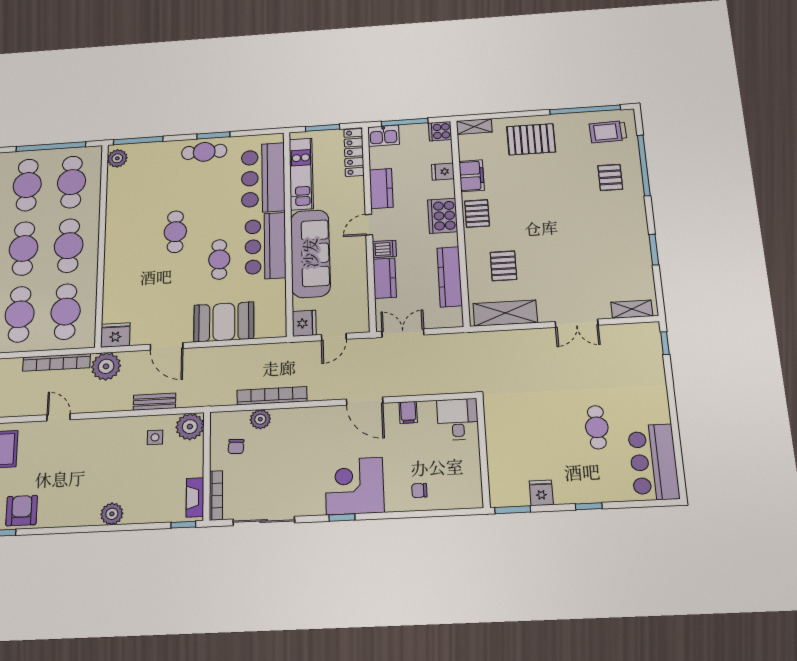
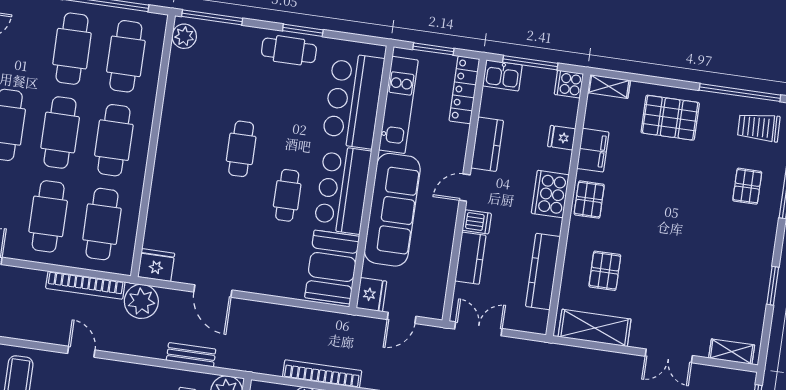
booth: (224, 322) -> (332, 267), moved, turned 90

